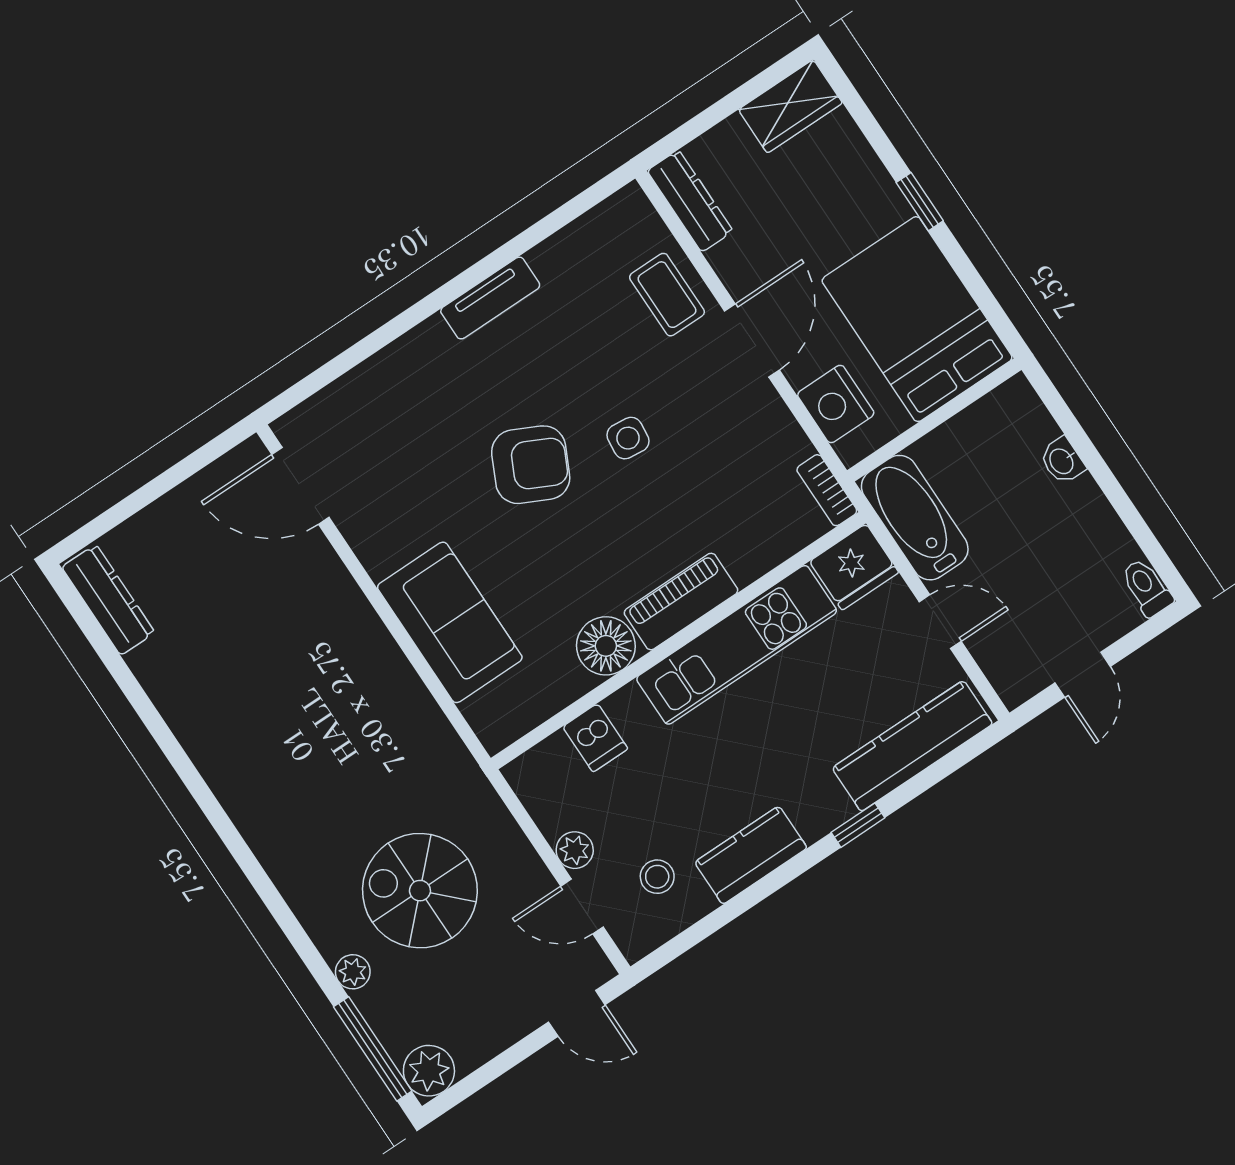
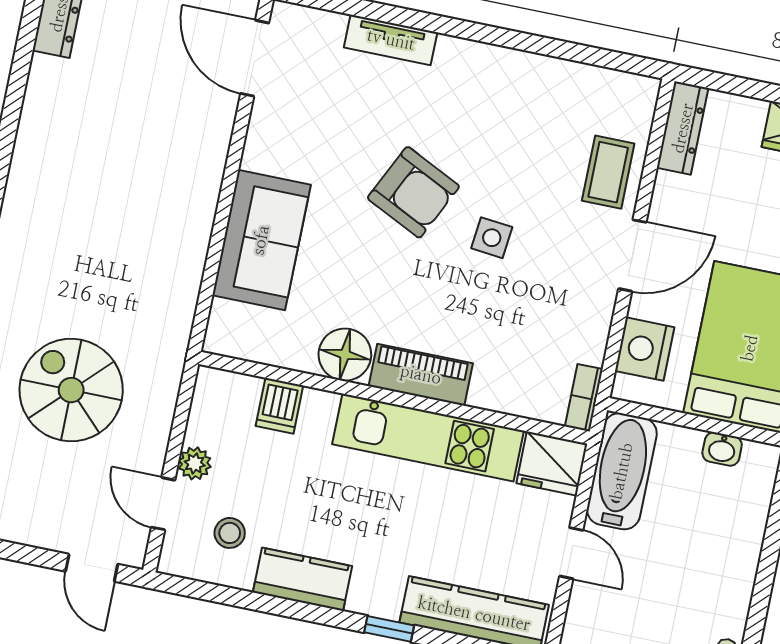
tv unit: (490, 298) -> (391, 40), moved
washbasin: (1062, 461) -> (722, 449), moved, turned -90

